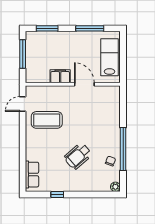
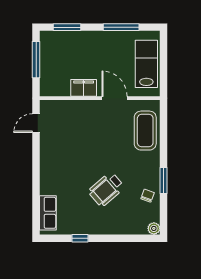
coffee table: (47, 120) -> (145, 131), moved, turned 90
window: (123, 149) -> (164, 180), width x0.47

